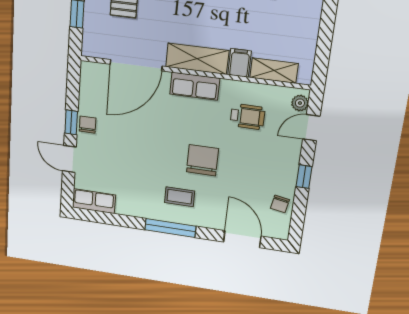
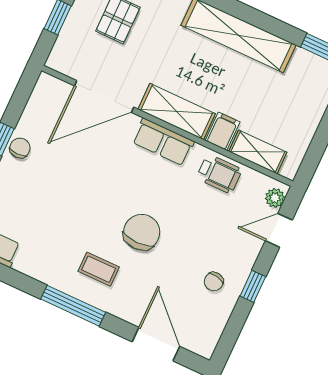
wheelchair: (247, 117) -> (219, 174), moved
chair: (280, 204) -> (214, 282), moved

